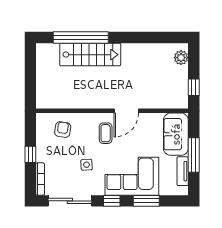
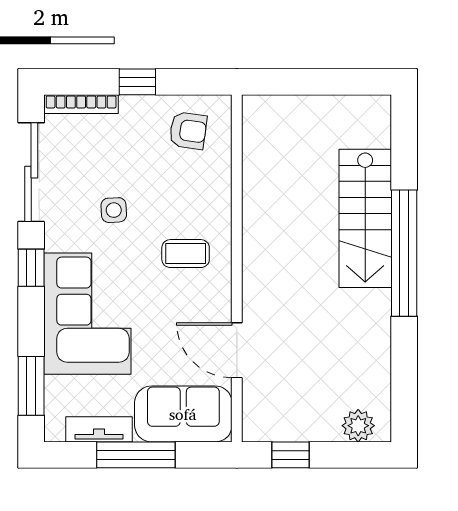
window: (81, 37) -> (404, 253), moved
door: (126, 111) -> (237, 350), moved
armchair: (63, 130) -> (188, 131), moved
window: (146, 201) -> (31, 386), moved

